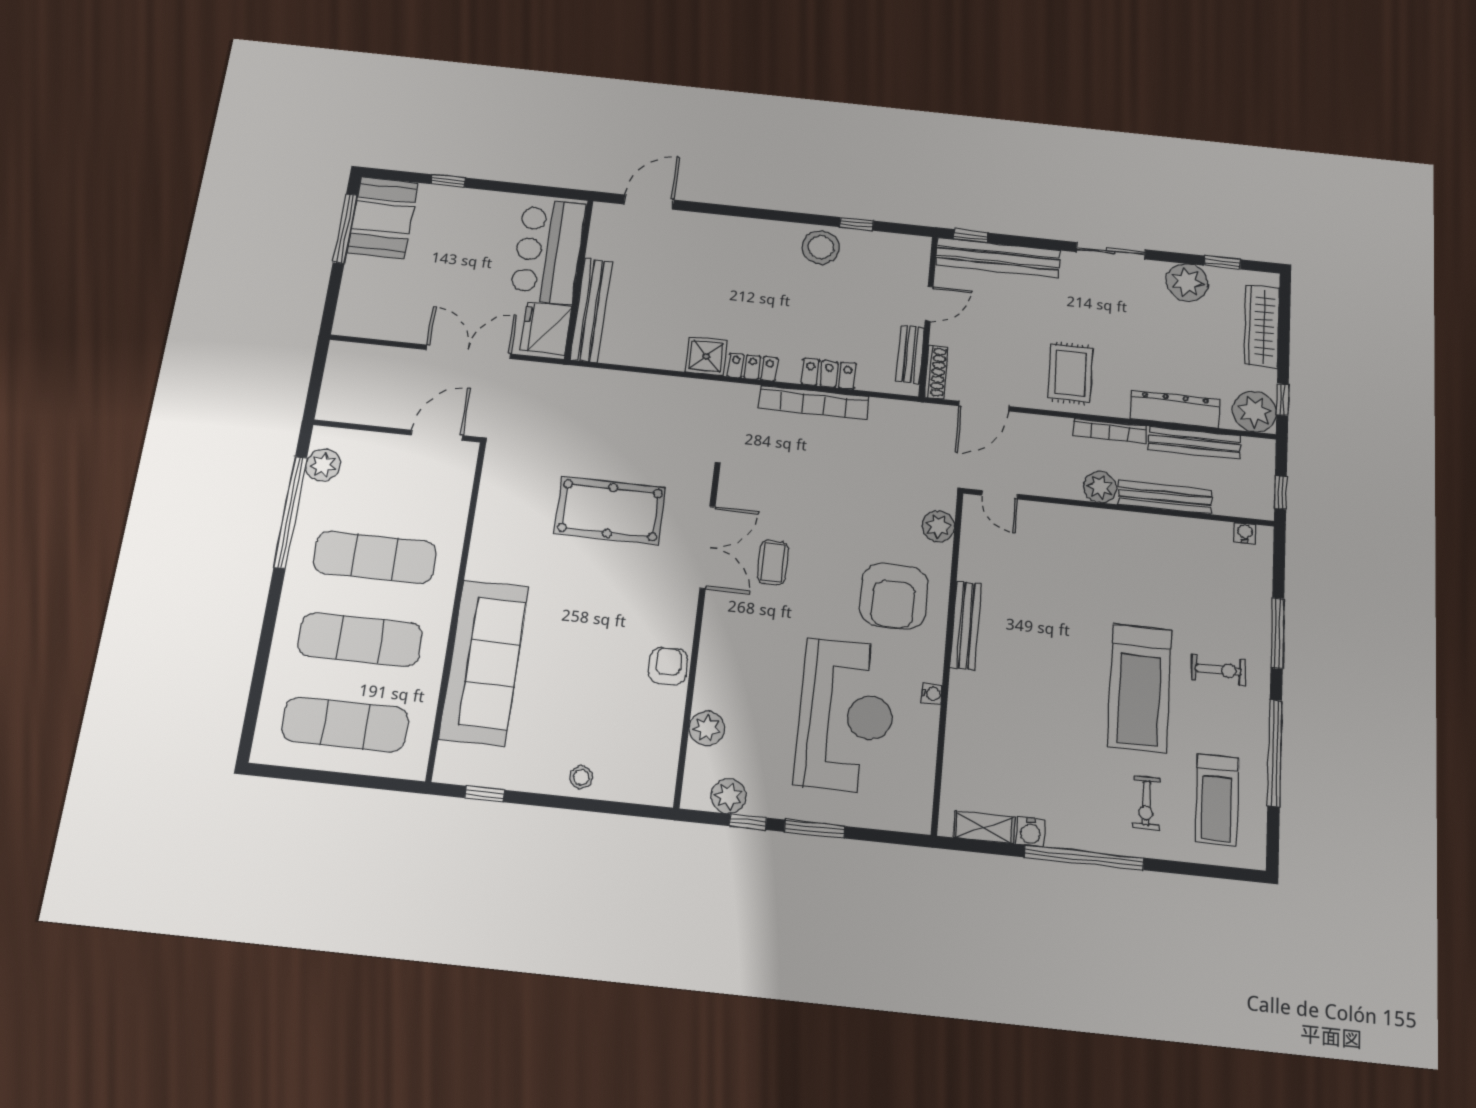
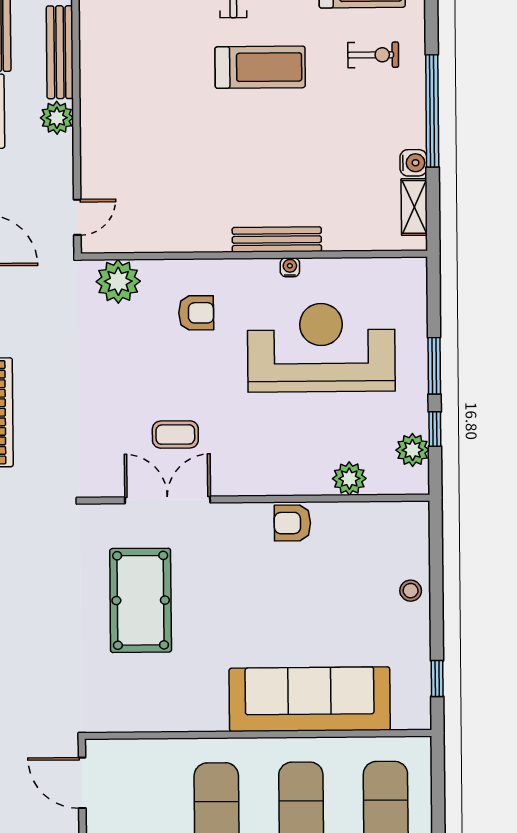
plant: (938, 526) -> (118, 281), width x1.36, depth x1.36
armchair: (894, 596) -> (196, 313), width x0.53, depth x0.53
bench: (966, 626) -> (277, 240), moved
treadmill: (1140, 688) -> (260, 67), width x0.73, depth x0.73

